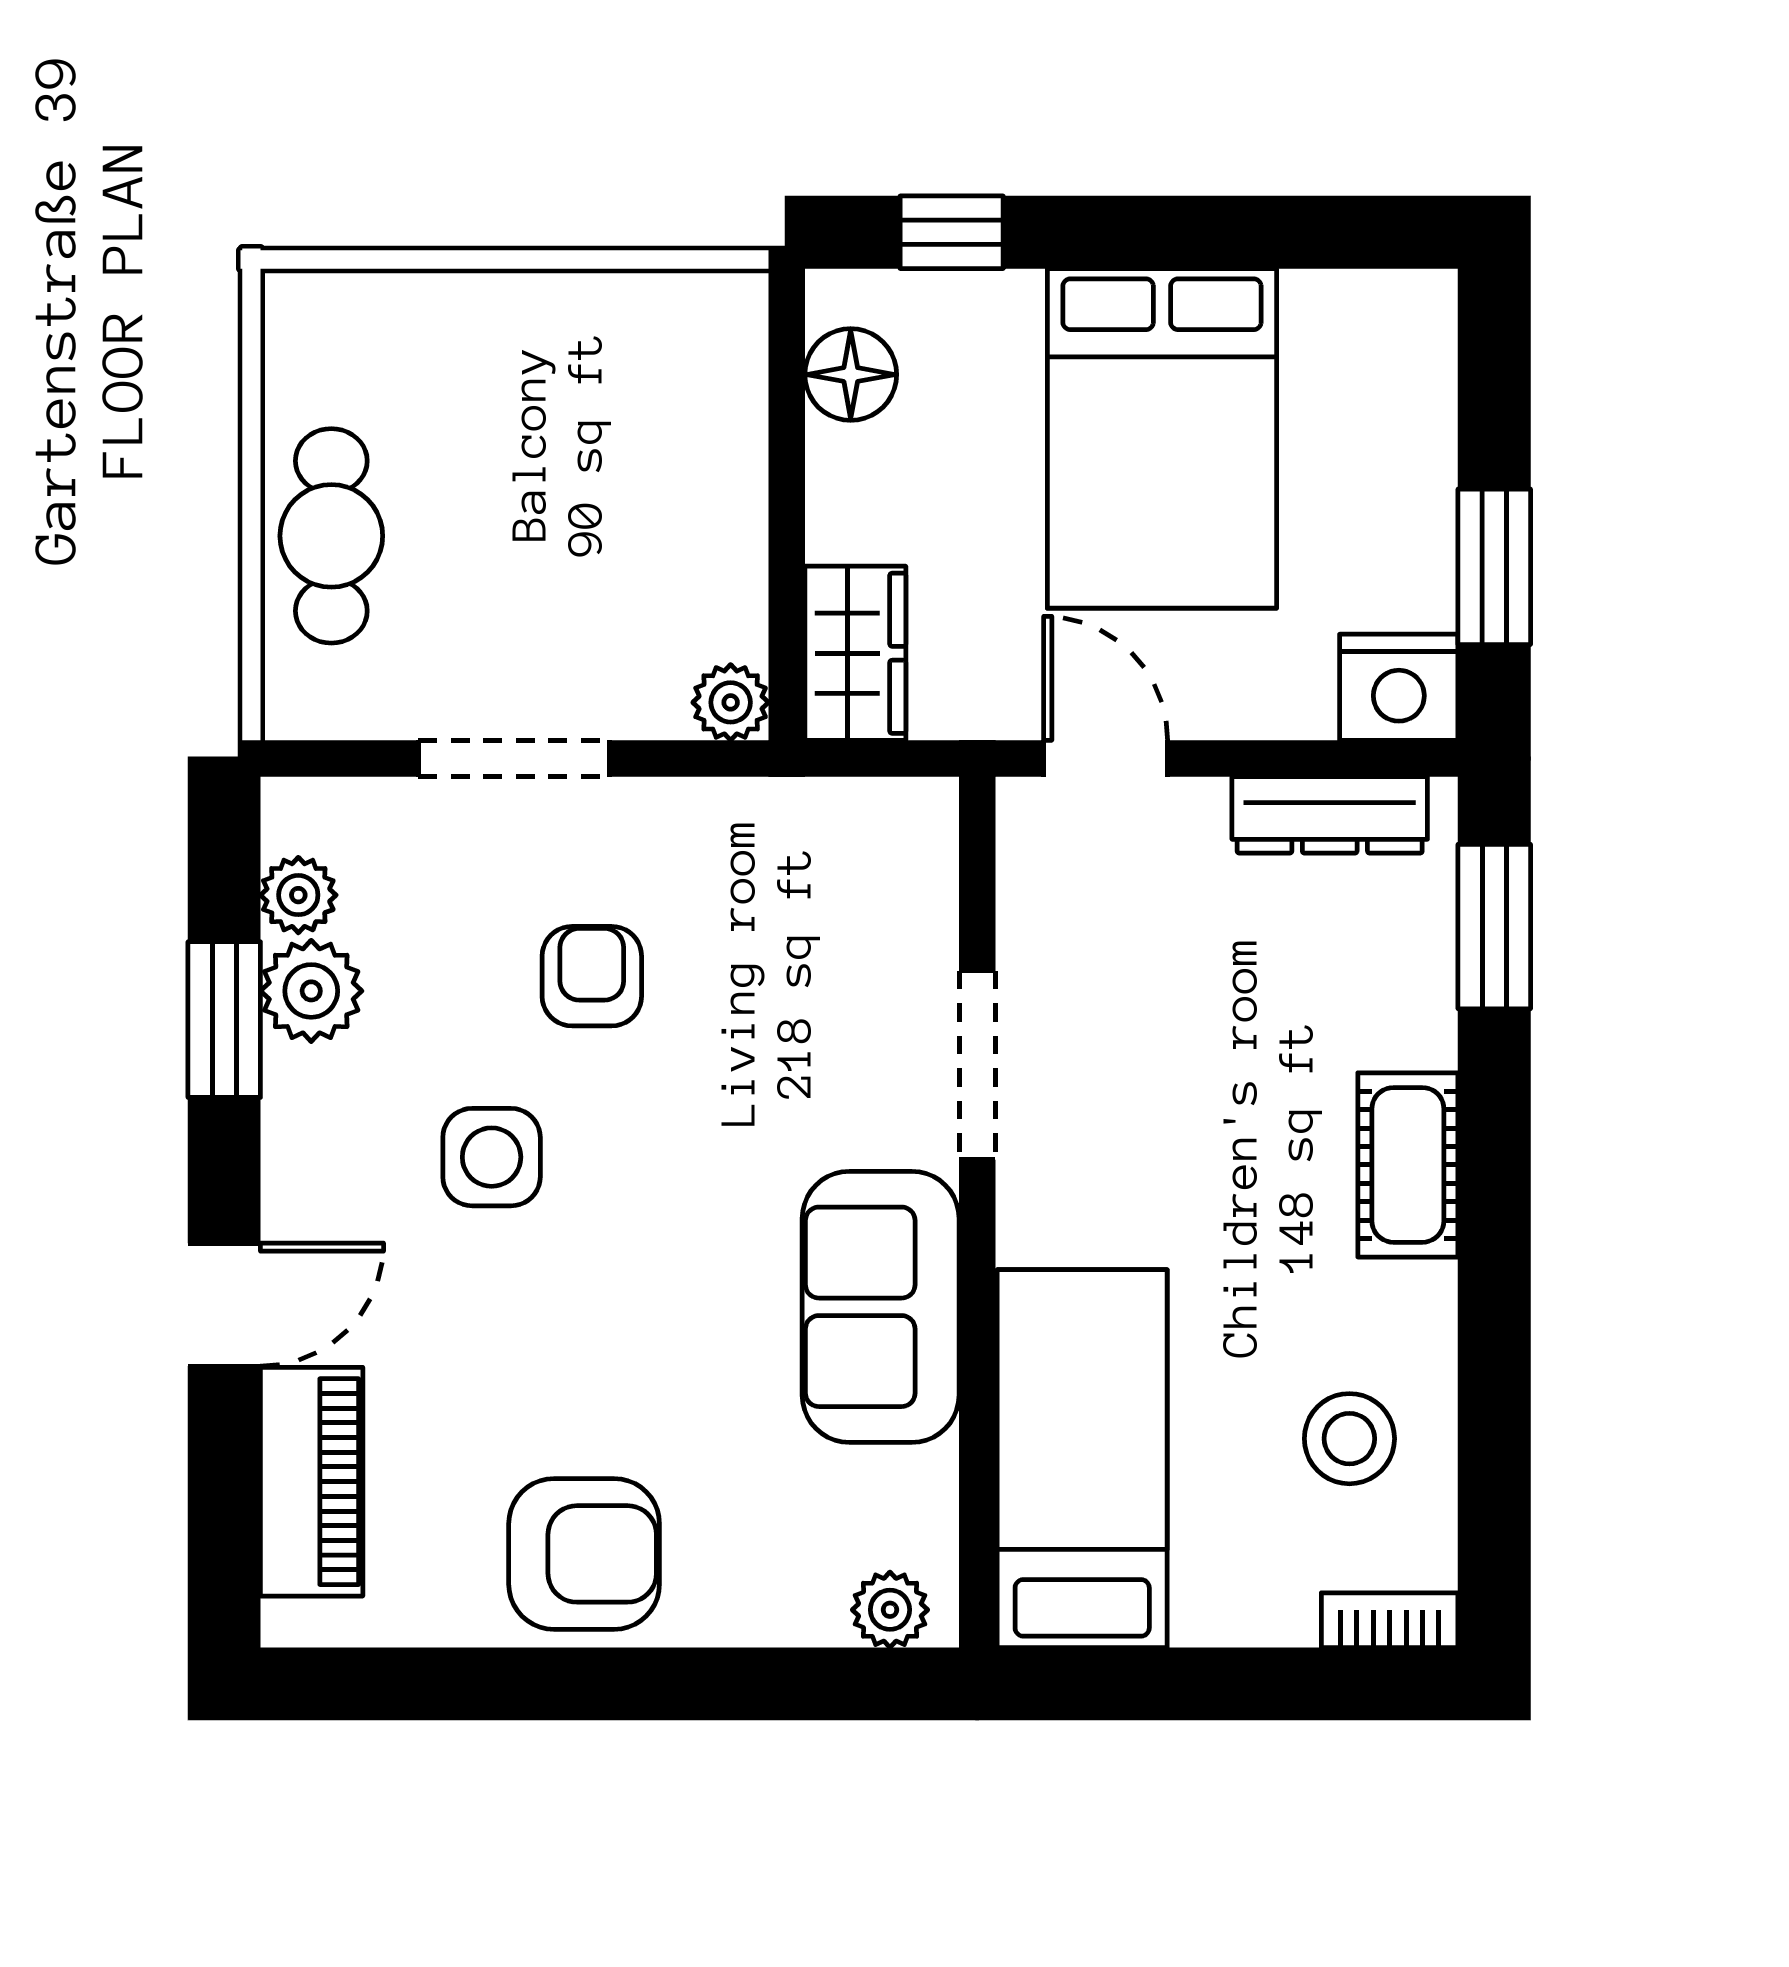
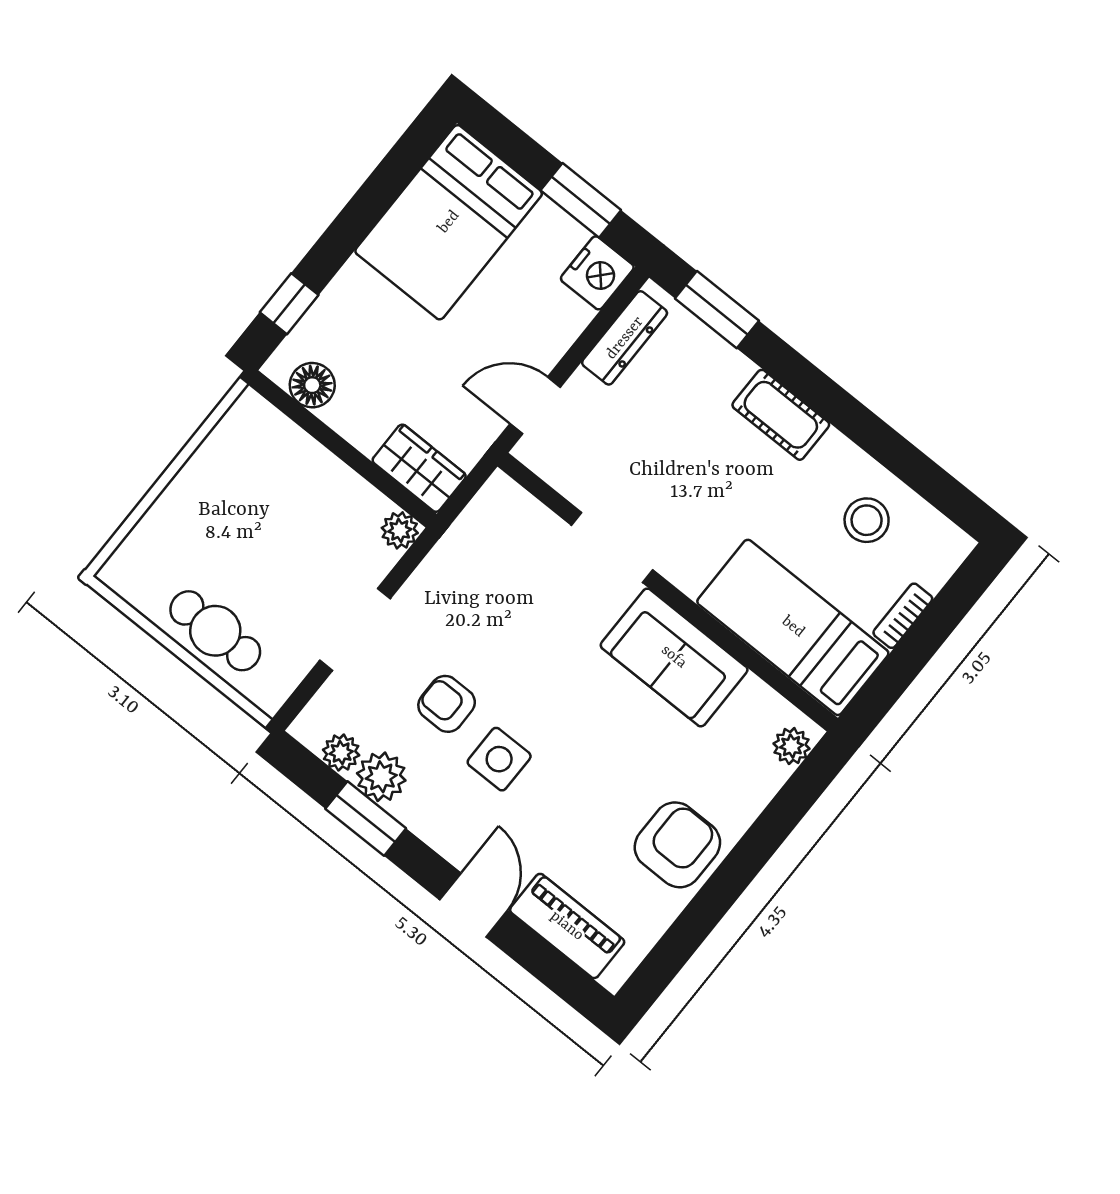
bed: (1162, 438) -> (449, 222), moved, turned 90
armchair: (592, 976) -> (447, 704), moved
bookcase: (1390, 1620) -> (903, 616), moved

